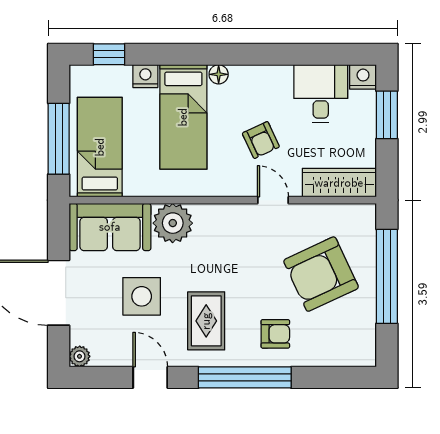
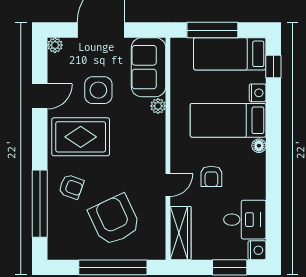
armchair: (261, 140) -> (211, 176), turned -65
bed: (100, 147) -> (230, 54), moved, turned 180
plant: (173, 223) -> (158, 106), width x0.53, depth x0.53
rug: (206, 321) -> (81, 137), width x1.36, depth x1.43
armchair: (275, 334) -> (71, 187), turned -70
window: (245, 377) -> (40, 204), moved

